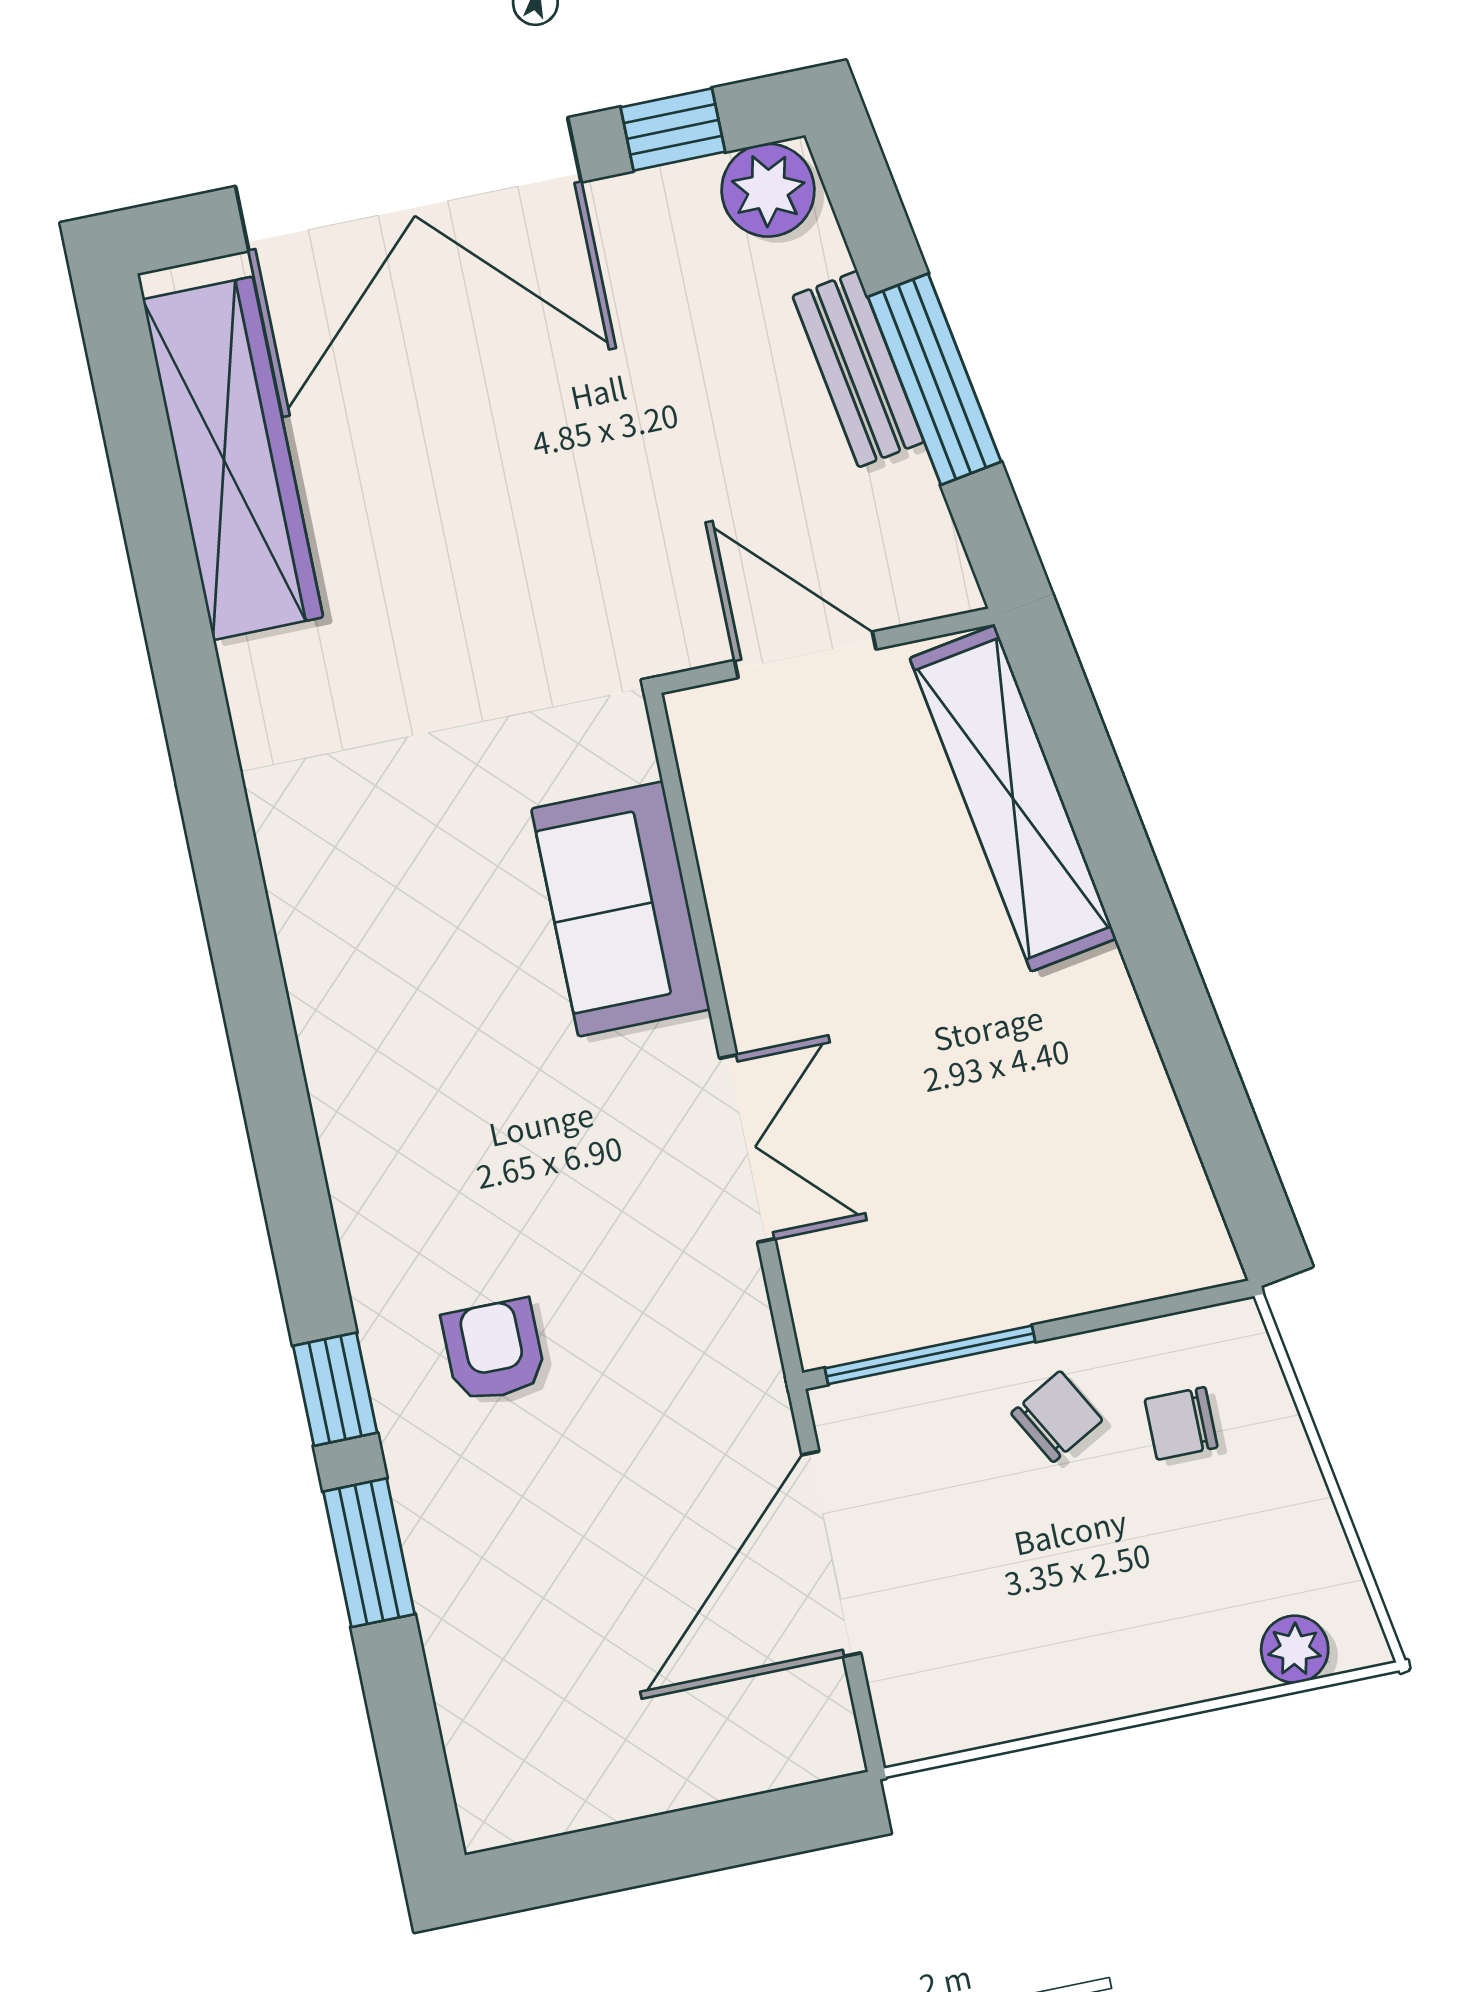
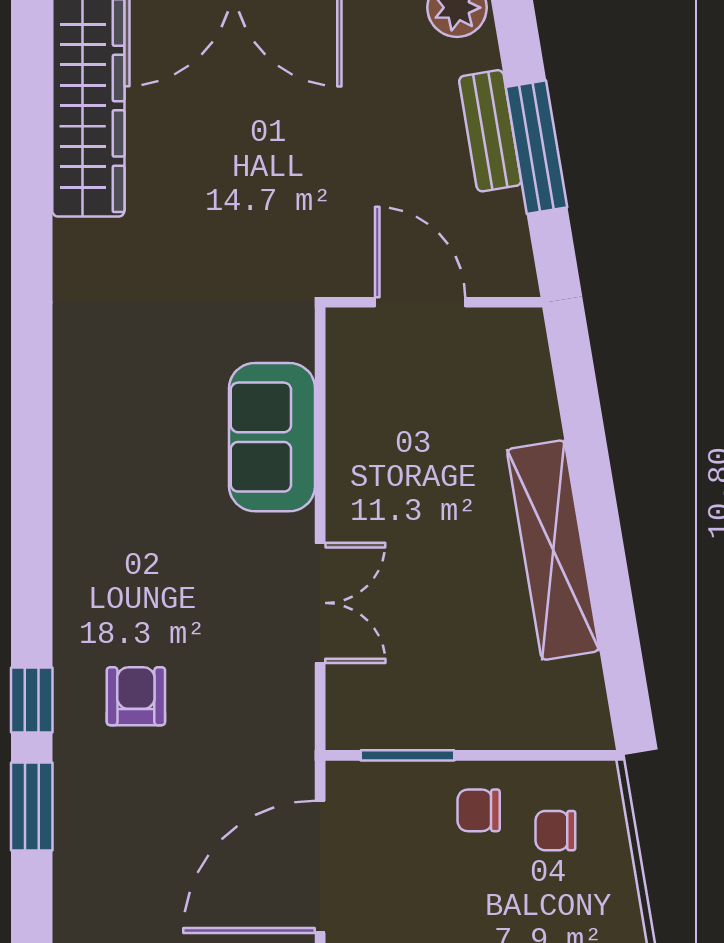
shelving: (1013, 798) -> (553, 550), moved
window: (930, 1355) -> (408, 755), width x0.69
chair: (1057, 1417) -> (479, 810), turned -151

